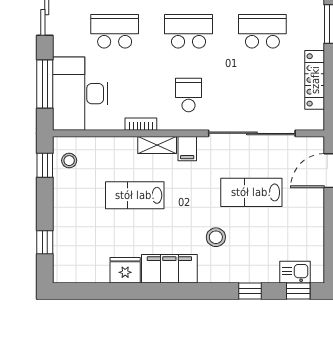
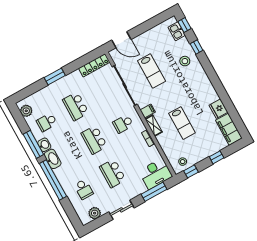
locker: (315, 80) -> (94, 65), moved
desk: (80, 94) -> (156, 174), width x0.73, depth x0.77
stool: (216, 237) -> (185, 61), moved
window: (45, 242) -> (217, 157), moved
filing cabinet: (169, 269) -> (229, 129), moved

